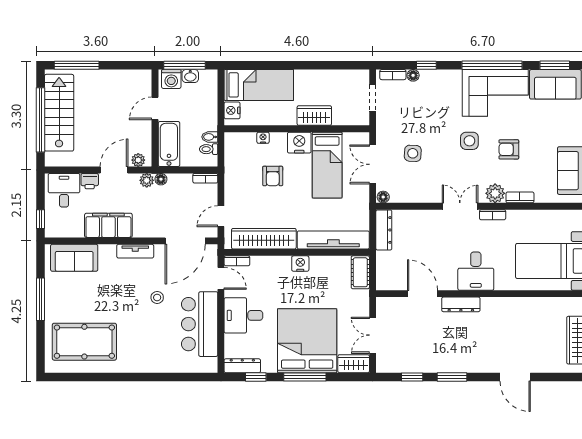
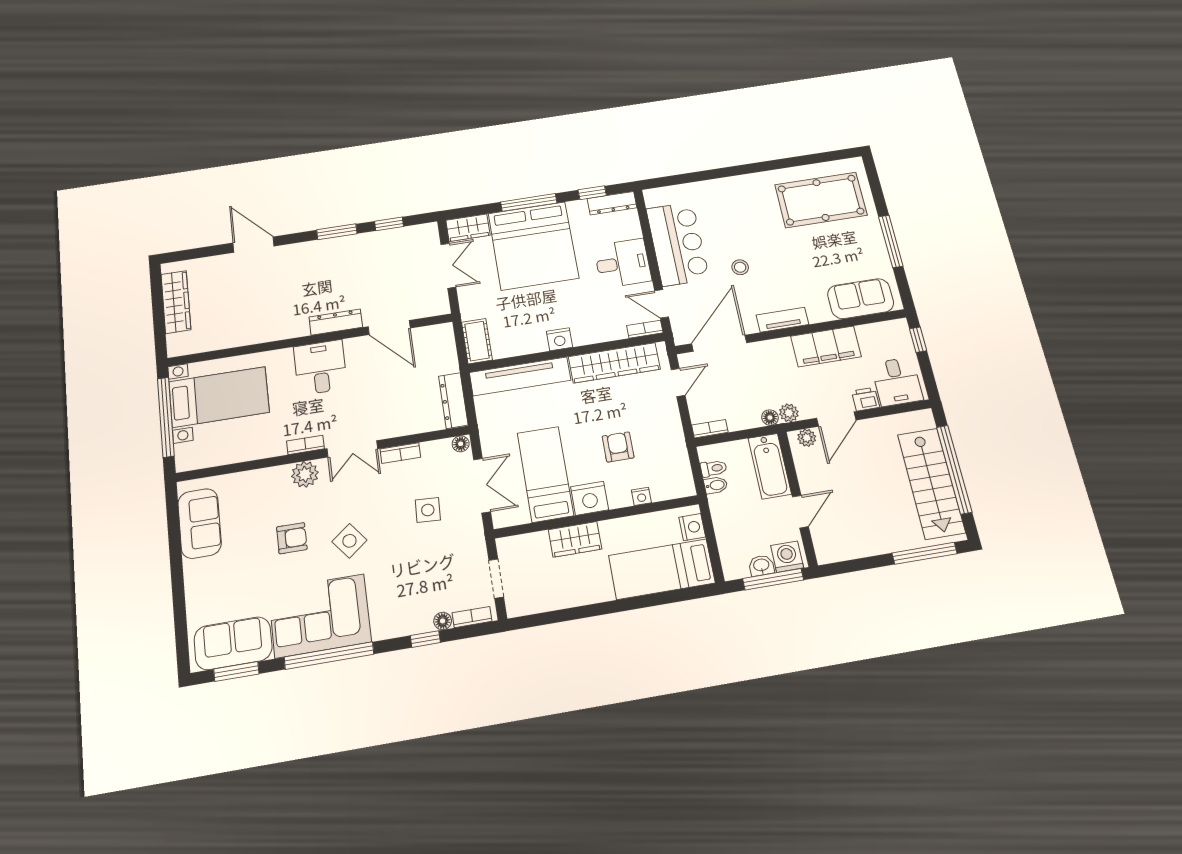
side table: (469, 141) -> (349, 541), turned -38
bookcase: (520, 197) -> (400, 453), moved

